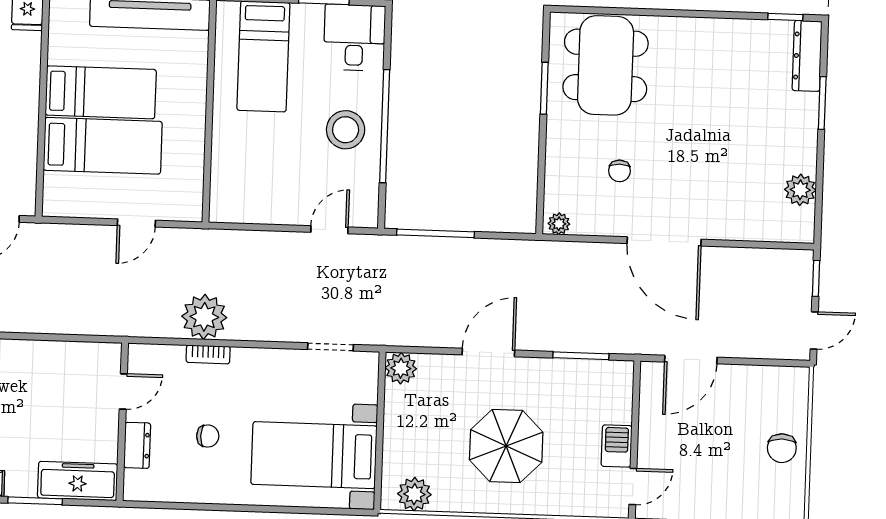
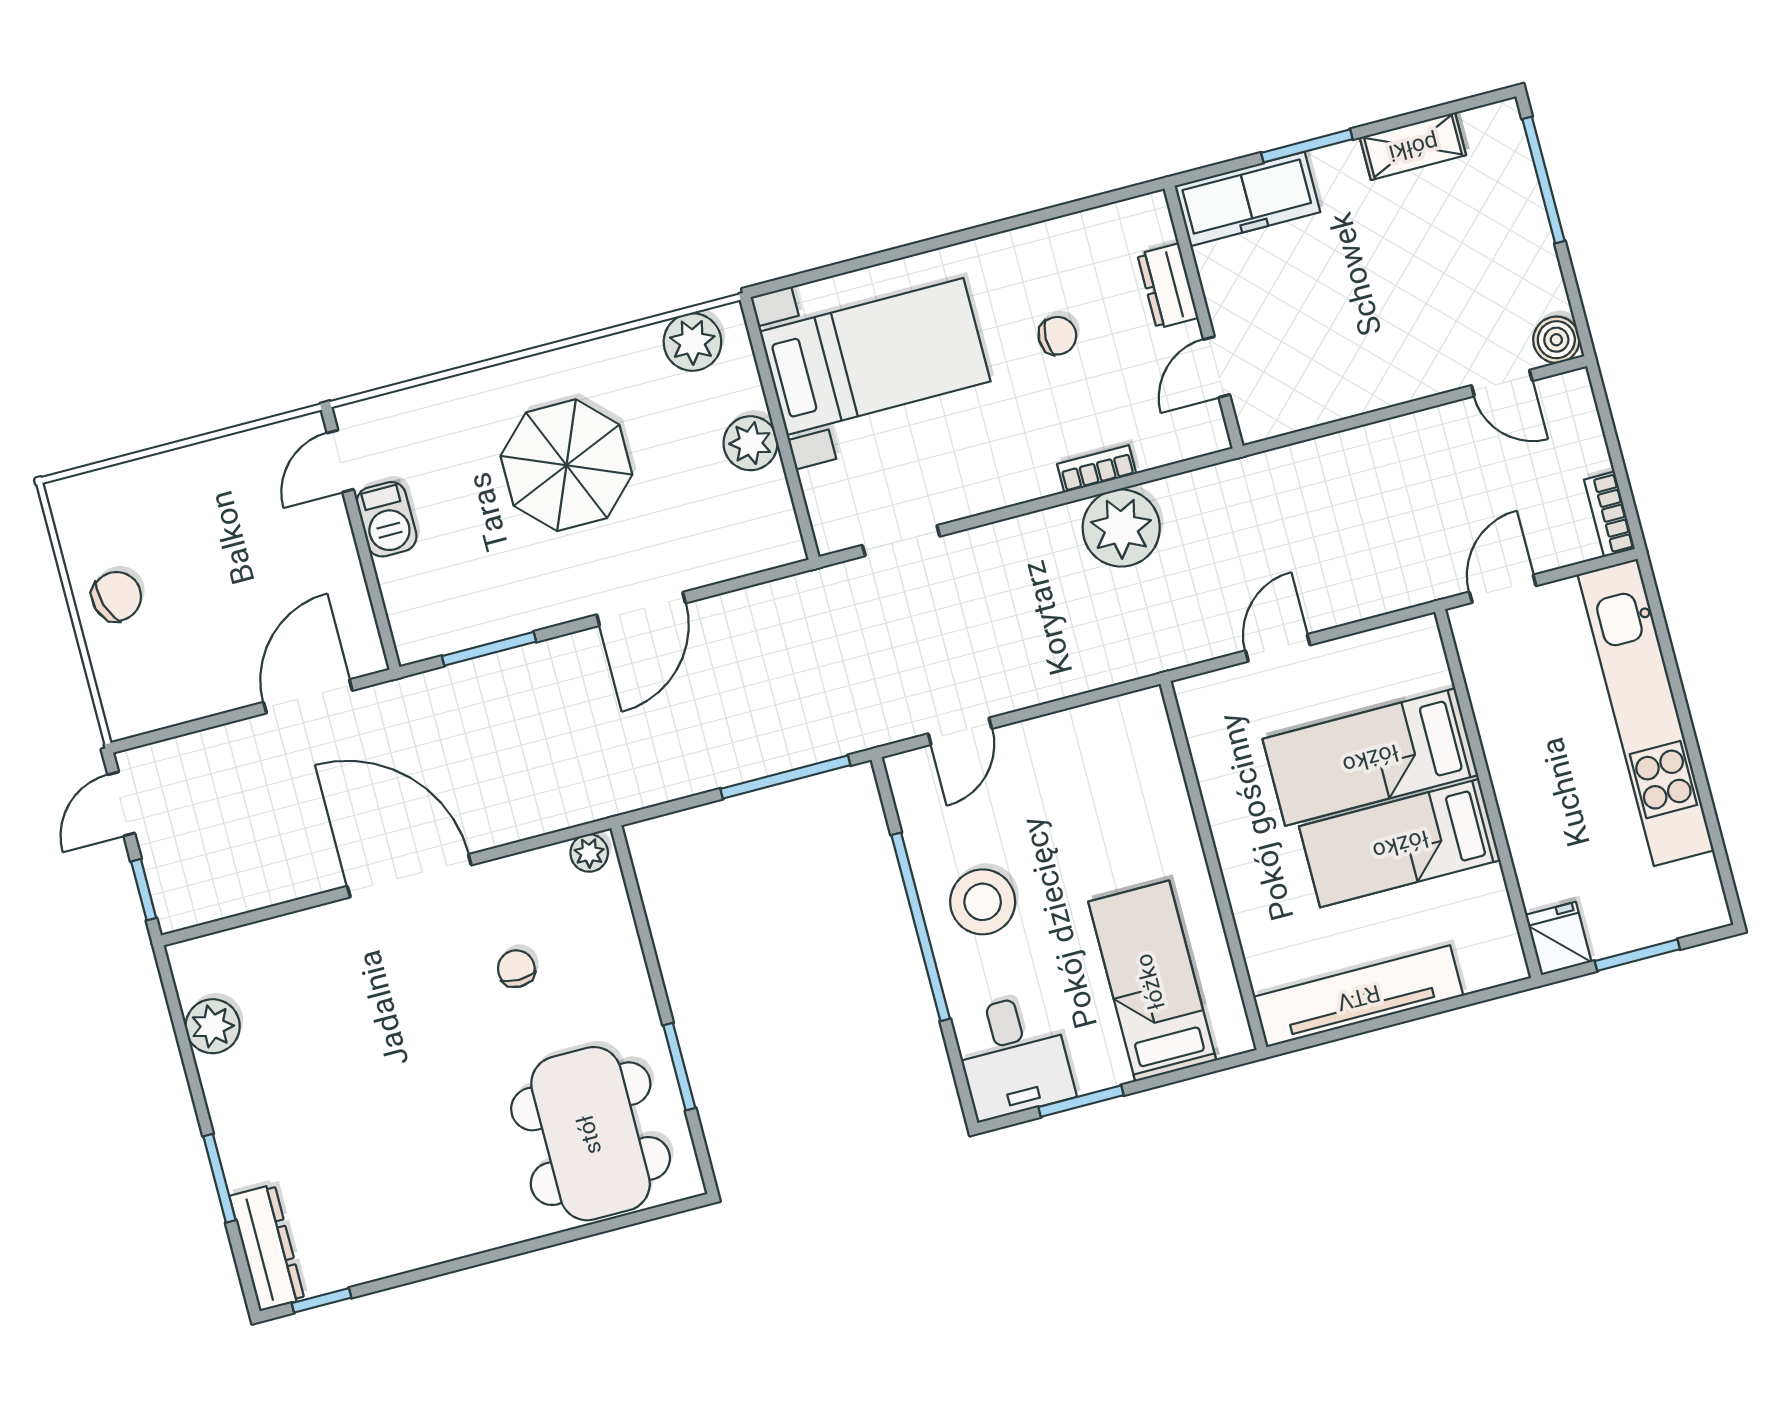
plant: (401, 368) -> (750, 443), moved
chair: (208, 436) -> (1057, 336), turned 180
chair: (782, 448) -> (117, 596), turned 73

